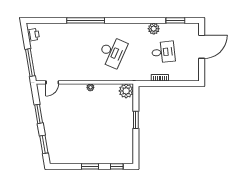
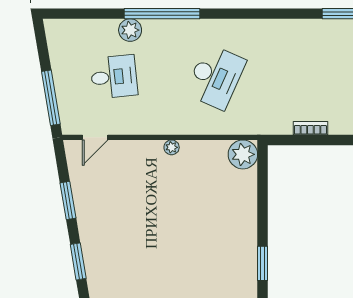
plant: (154, 29) -> (130, 30), moved
printer: (33, 35) -> (57, 42), removed
desk: (163, 52) -> (114, 77), moved
window: (136, 120) -> (263, 263), moved

